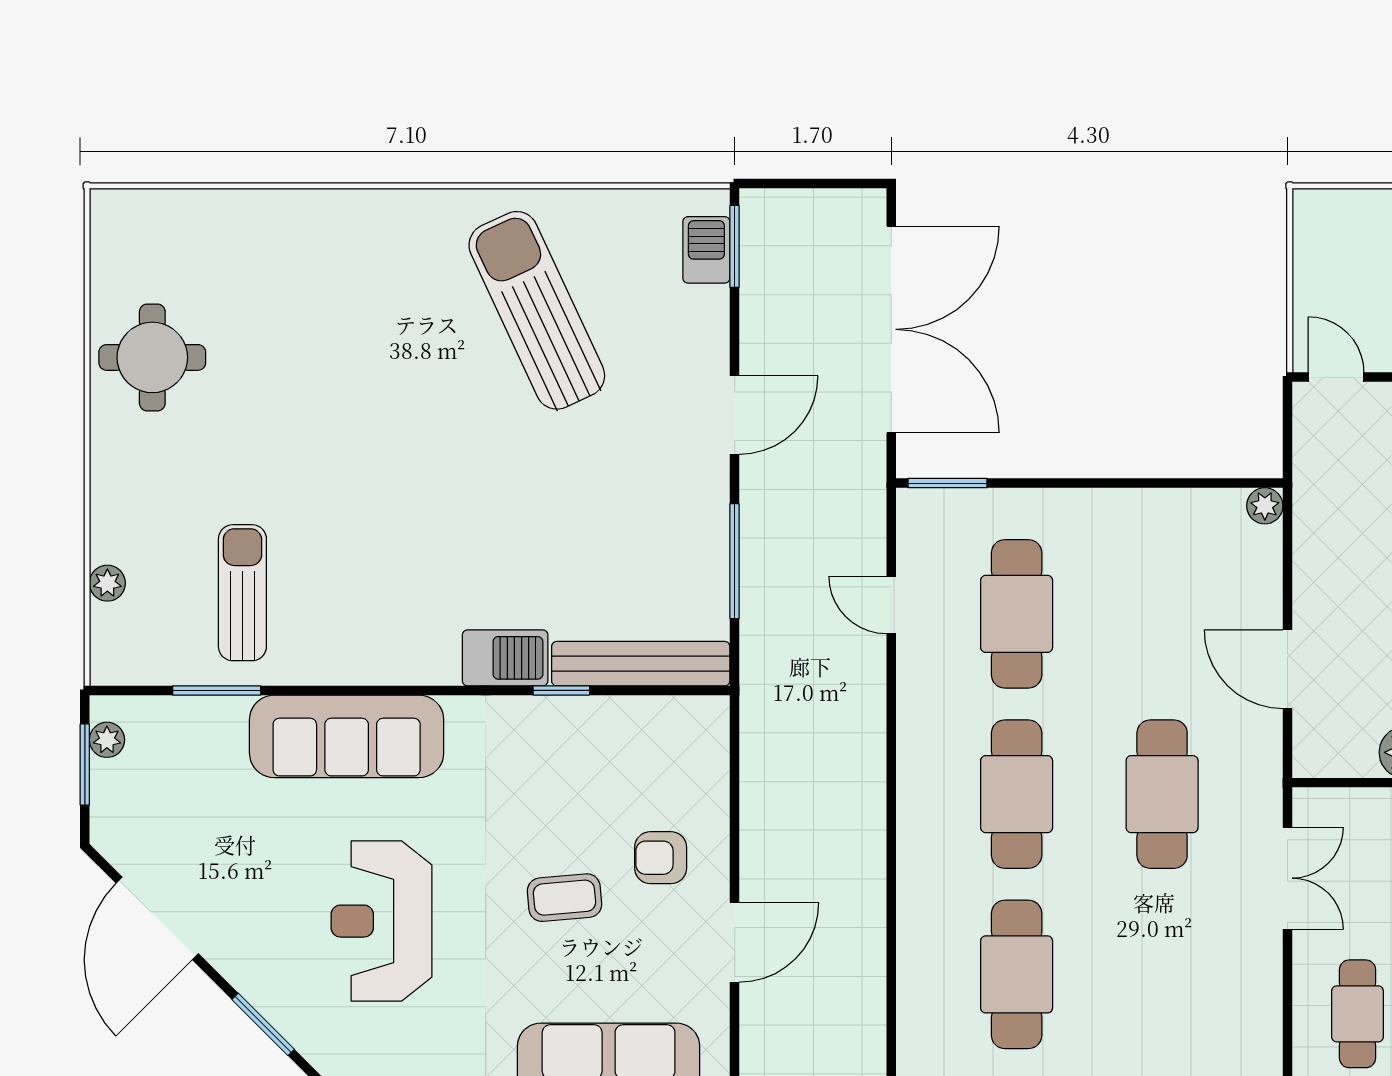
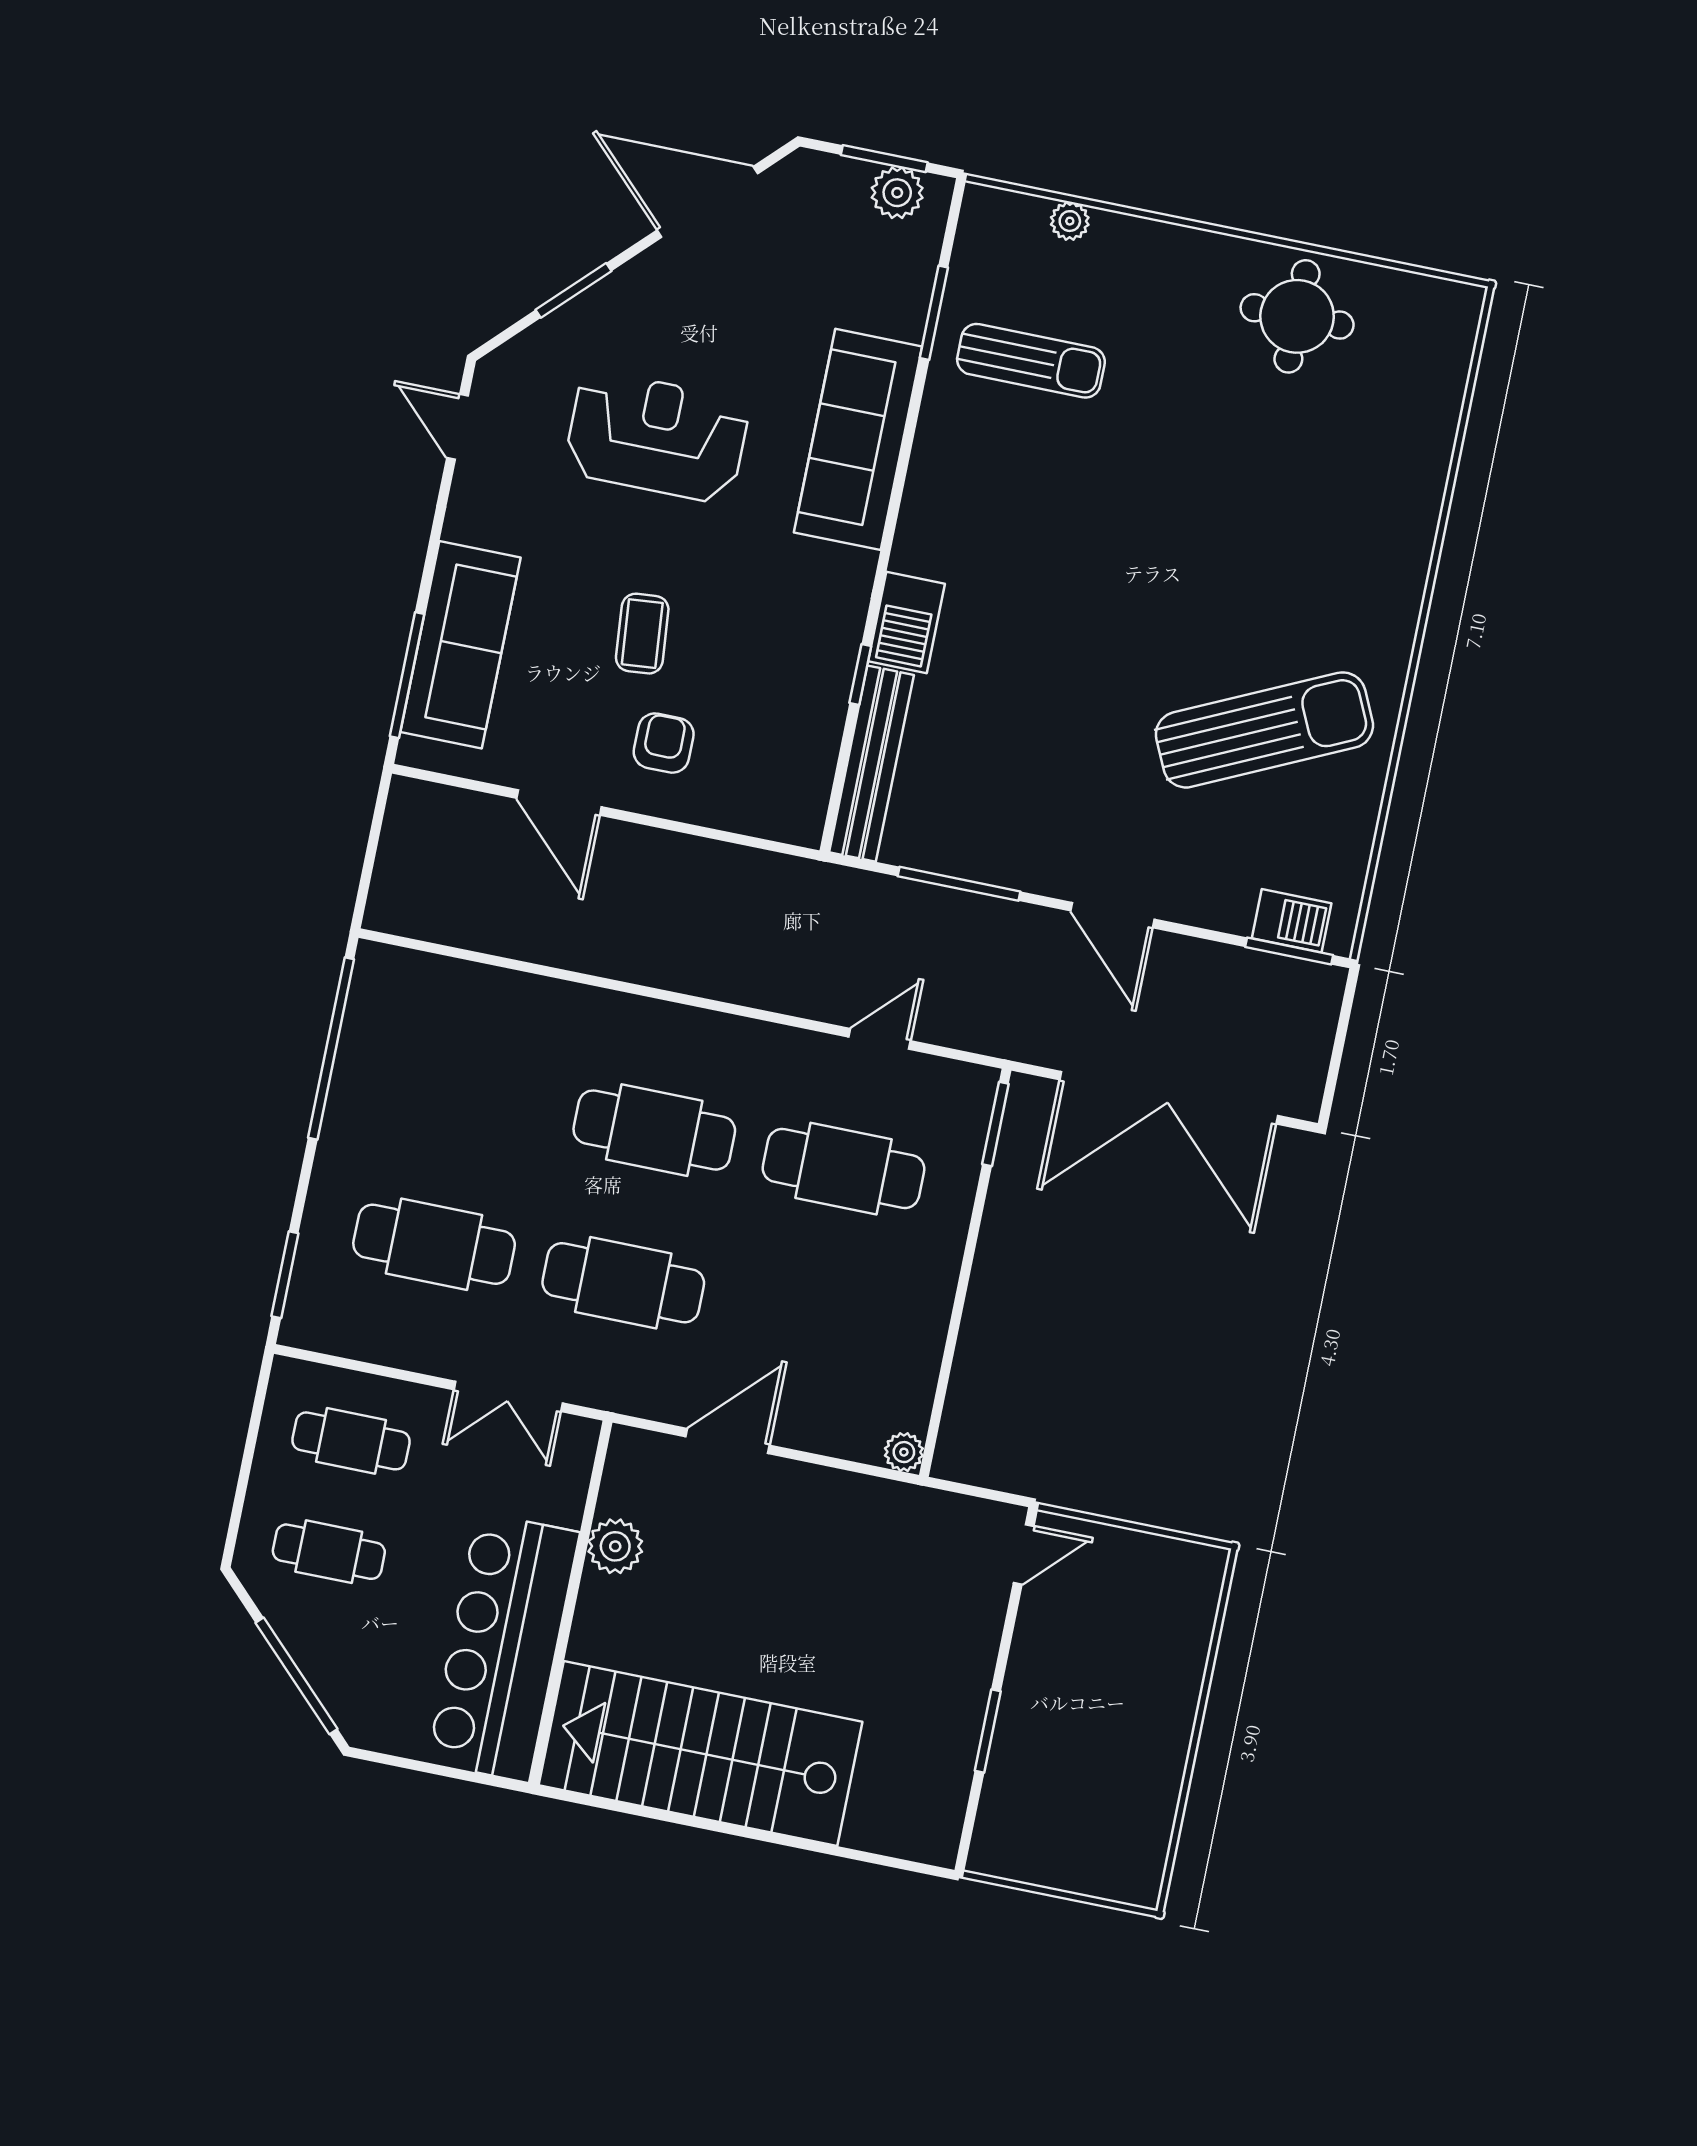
plant: (107, 740) -> (897, 193), width x1.38, depth x1.38
cafe table: (1017, 974) -> (434, 1244), moved

